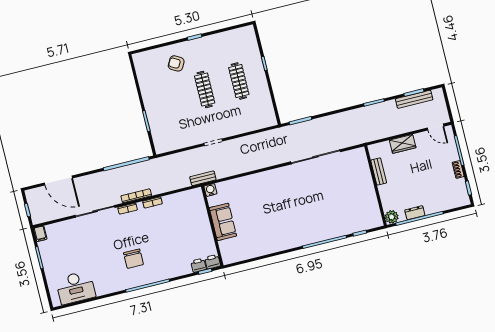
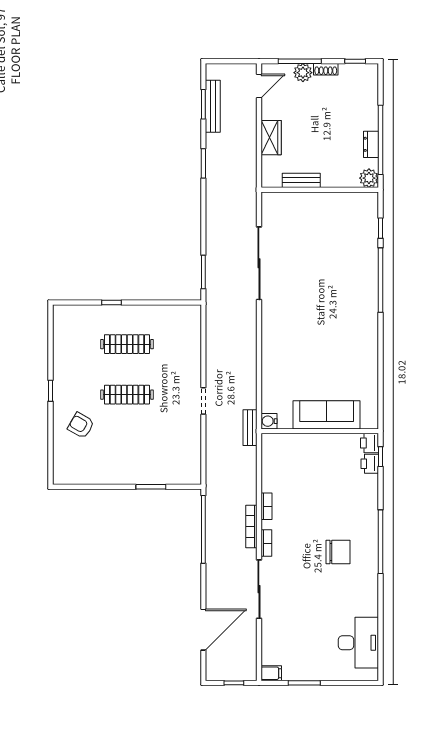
armchair: (176, 63) -> (81, 425), turned 91
plant: (452, 155) -> (303, 73), added
sofa: (223, 222) -> (327, 415), width x1.36

